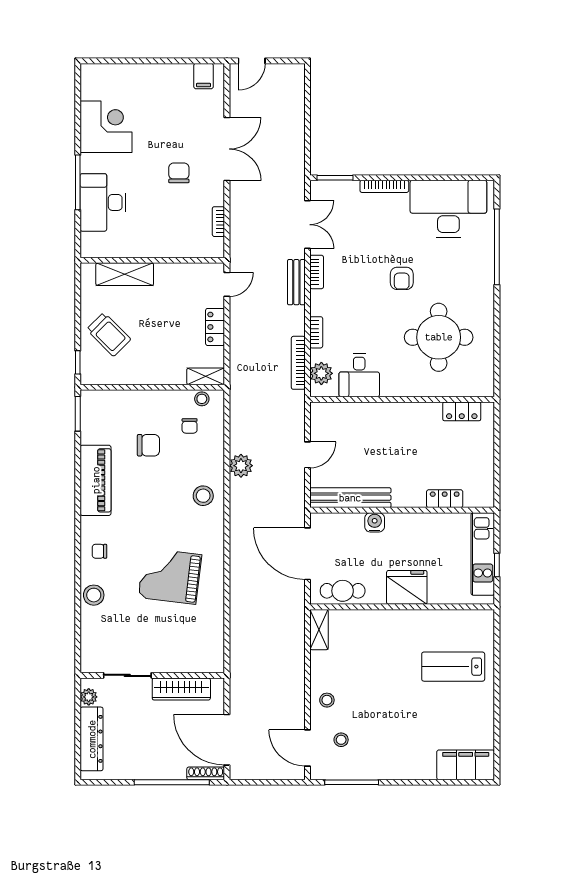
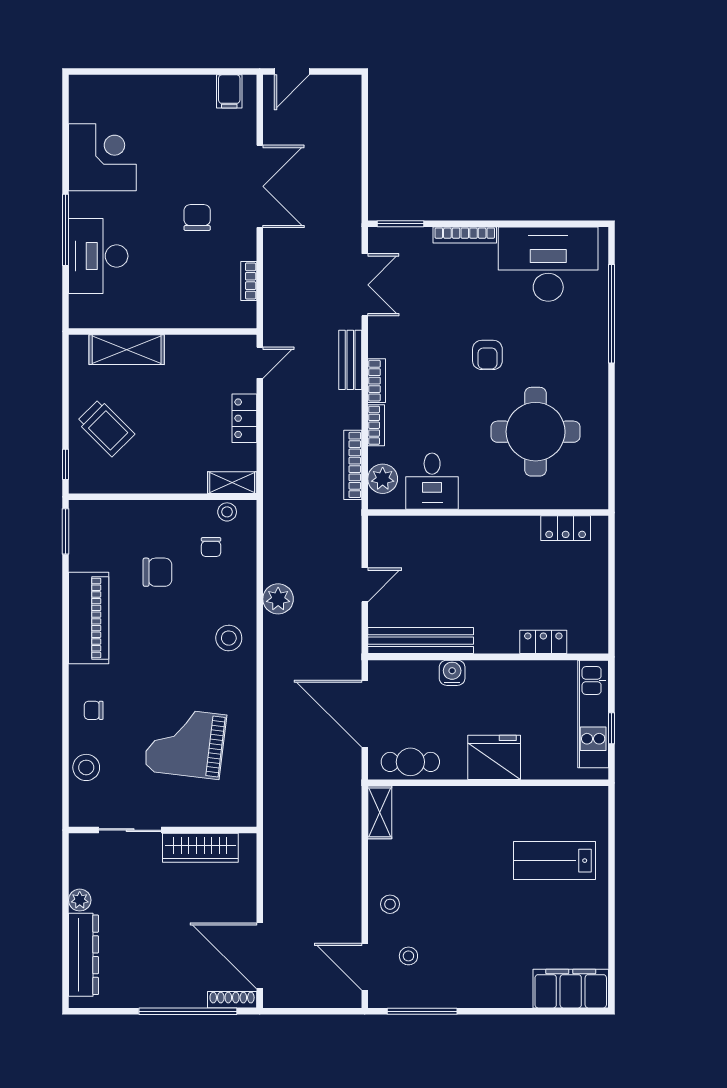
bookcase: (317, 272) -> (377, 381), moved
sliding door: (127, 675) -> (130, 830), moved
wall: (152, 675) -> (163, 830), moved
wardrobe: (181, 689) -> (200, 848), moved

